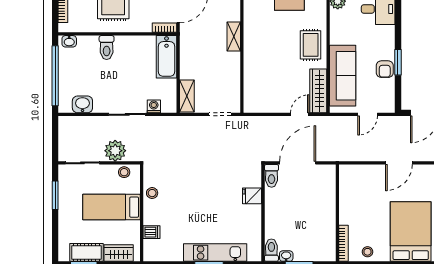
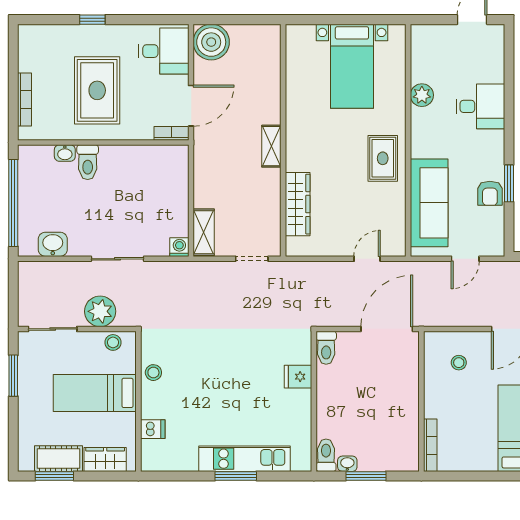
washbasin: (69, 41) -> (65, 153), moved
bathtub: (166, 57) -> (174, 176), removed
wardrobe: (318, 91) -> (298, 204), moved, turned 180
washing machine: (154, 106) -> (179, 247), moved
door: (298, 163) -> (387, 329), moved
stool: (368, 252) -> (459, 363), moved

